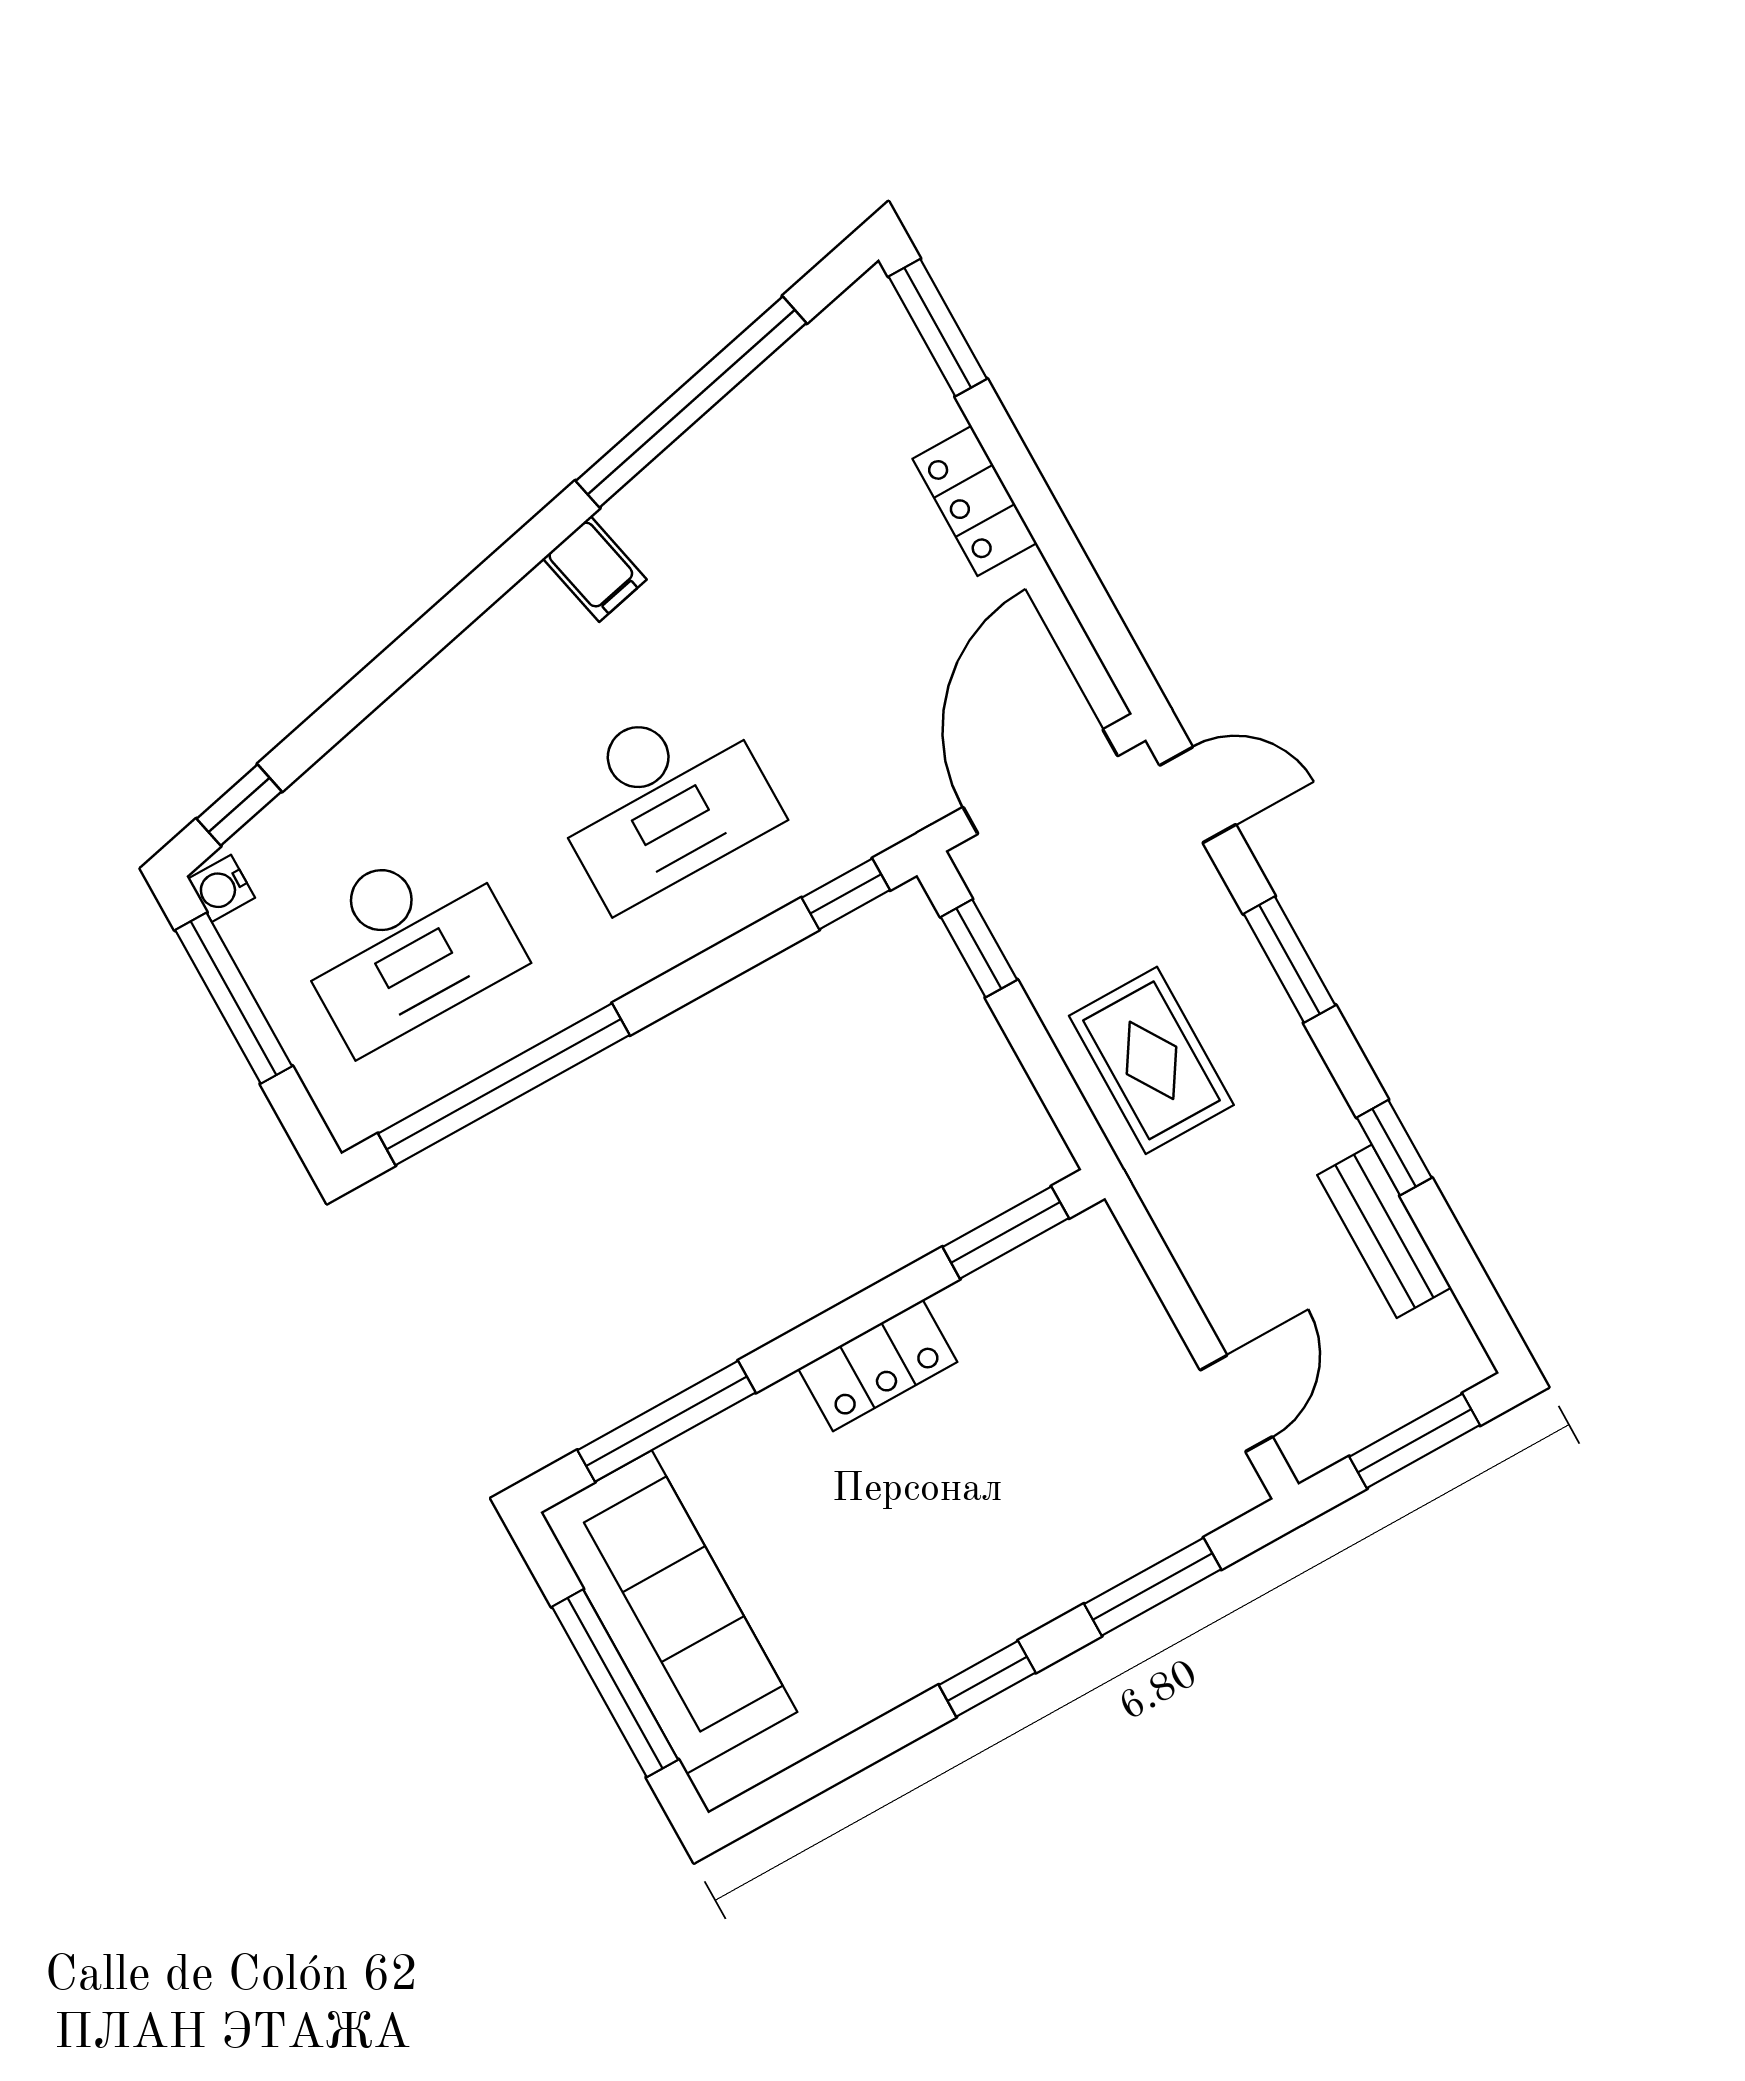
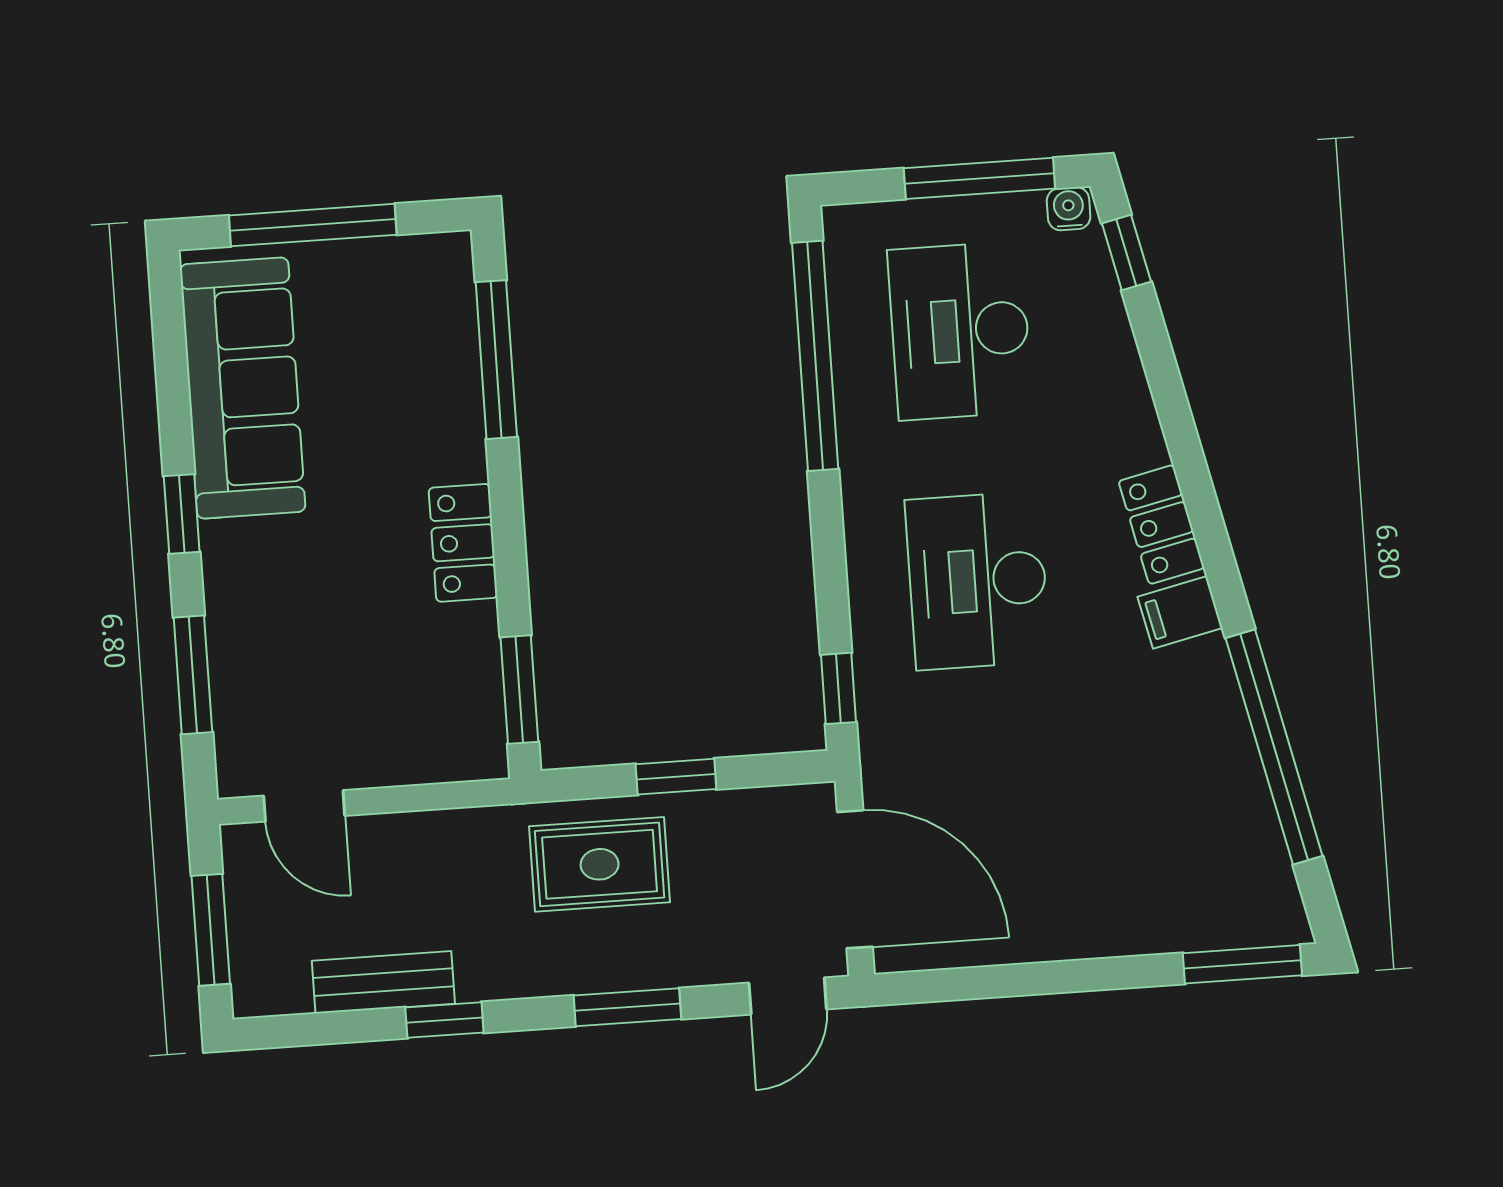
locker: (975, 501) -> (1161, 525), moved, turned -103
window: (979, 948) -> (676, 777), moved
sofa: (669, 1612) -> (243, 388), moved, turned -90

